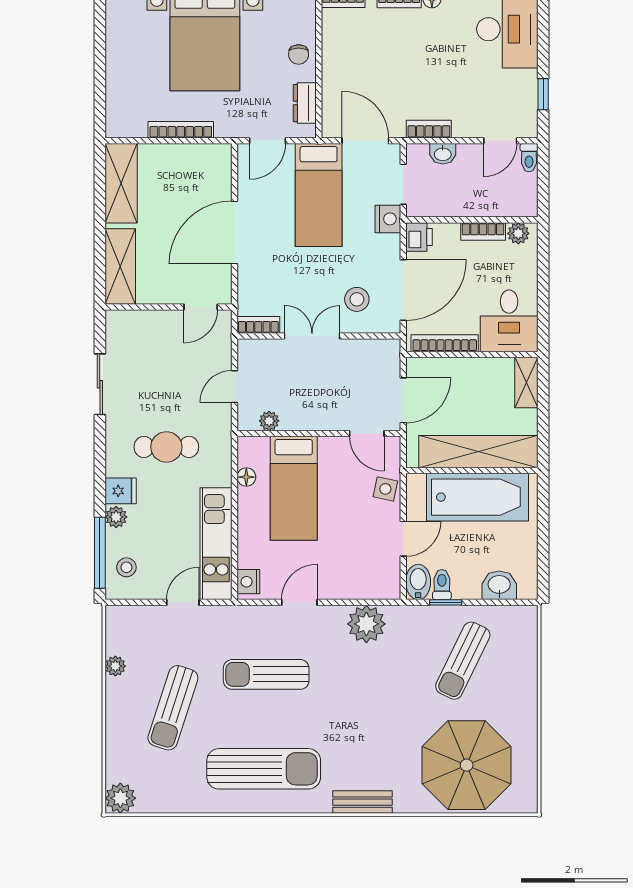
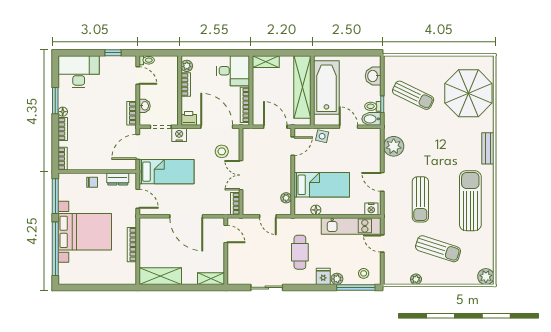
shelving: (120, 266) -> (211, 279), width x0.67, depth x0.75

